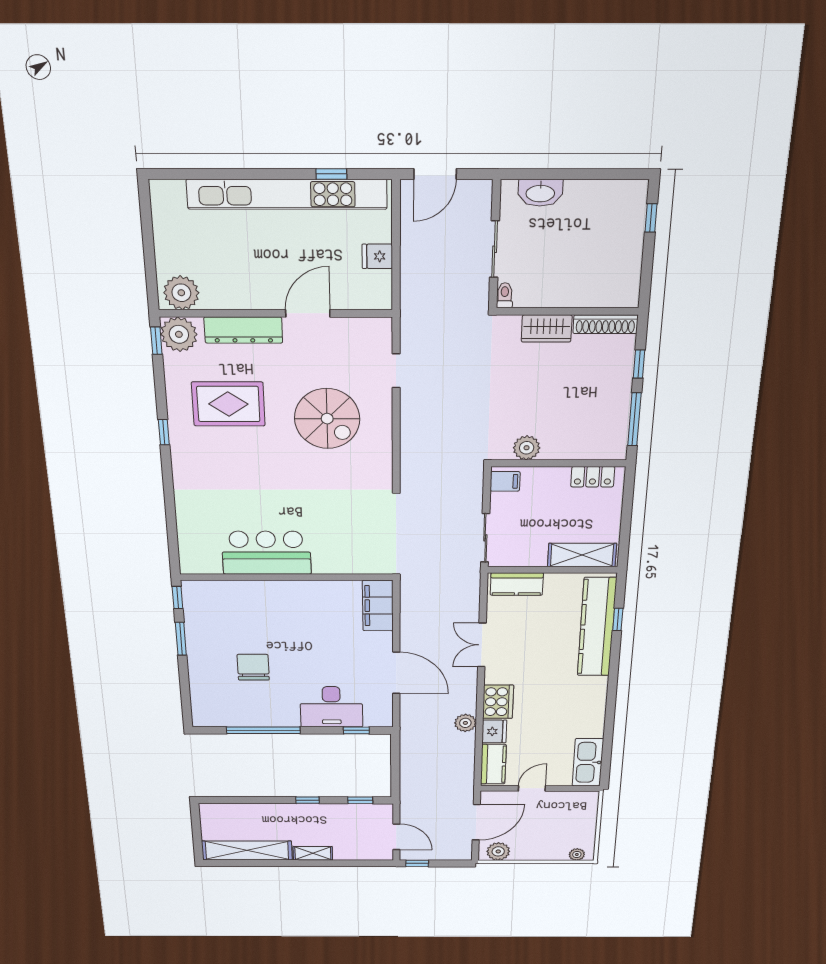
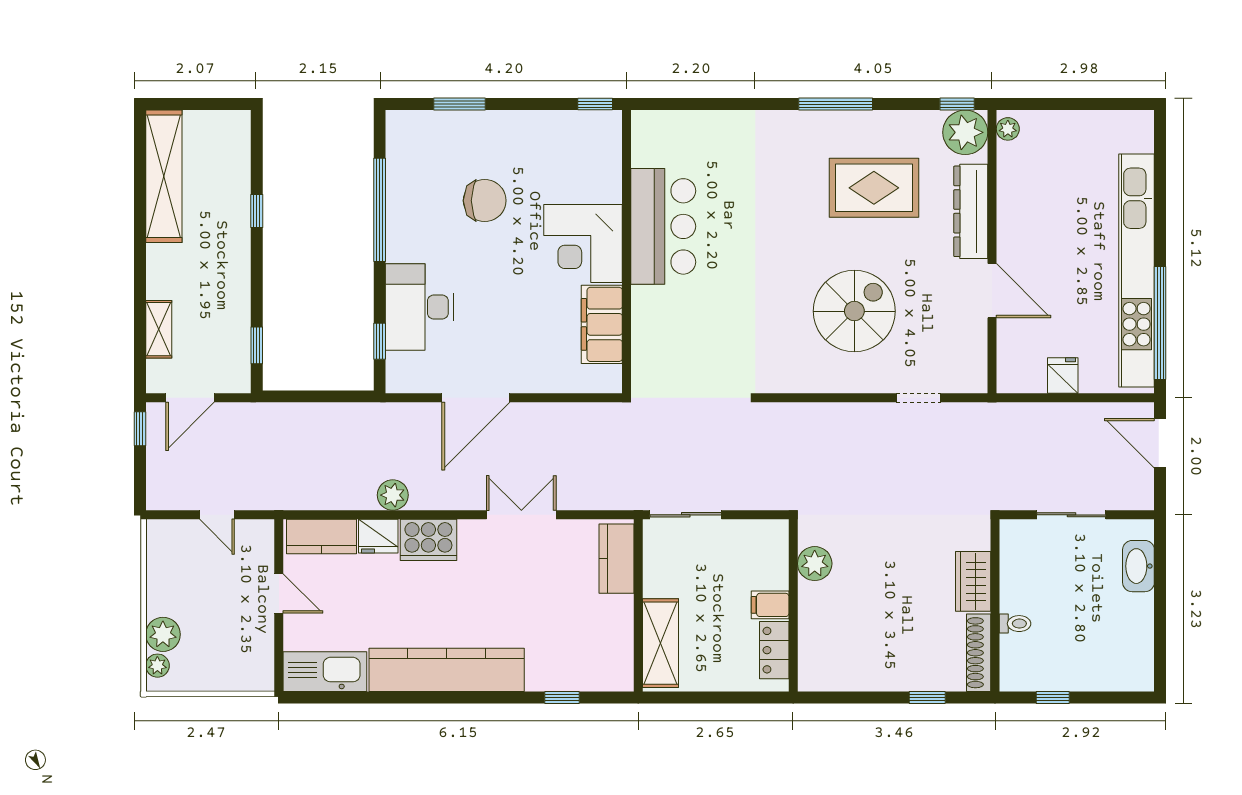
window: (331, 174) -> (1160, 323), width x3.17
window: (651, 218) -> (1053, 697), moved
plant: (181, 293) -> (1008, 129), width x0.53, depth x0.53
toilet: (505, 295) -> (1015, 624), moved
rug: (228, 404) -> (874, 188), turned 90
spiral stairs: (327, 419) -> (854, 311), turned 180
window: (634, 419) -> (854, 697), removed
window: (164, 432) -> (836, 104), width x2.17
filing cabinet: (505, 481) -> (770, 605), moved, turned 90
corner desk: (282, 605) -> (583, 244), added
filing cabinet: (378, 606) -> (602, 324), moved, turned -90
kitchen counter: (597, 627) -> (447, 670), moved
window: (181, 639) -> (459, 104), moved
window: (308, 800) -> (257, 211), moved
door: (476, 822) -> (217, 515), width x0.53
plant: (498, 851) -> (163, 634), moved
shelving: (313, 853) -> (159, 329), moved

